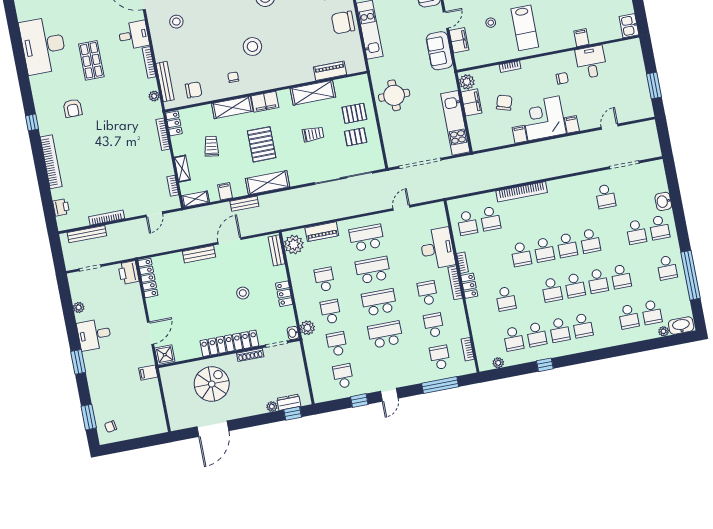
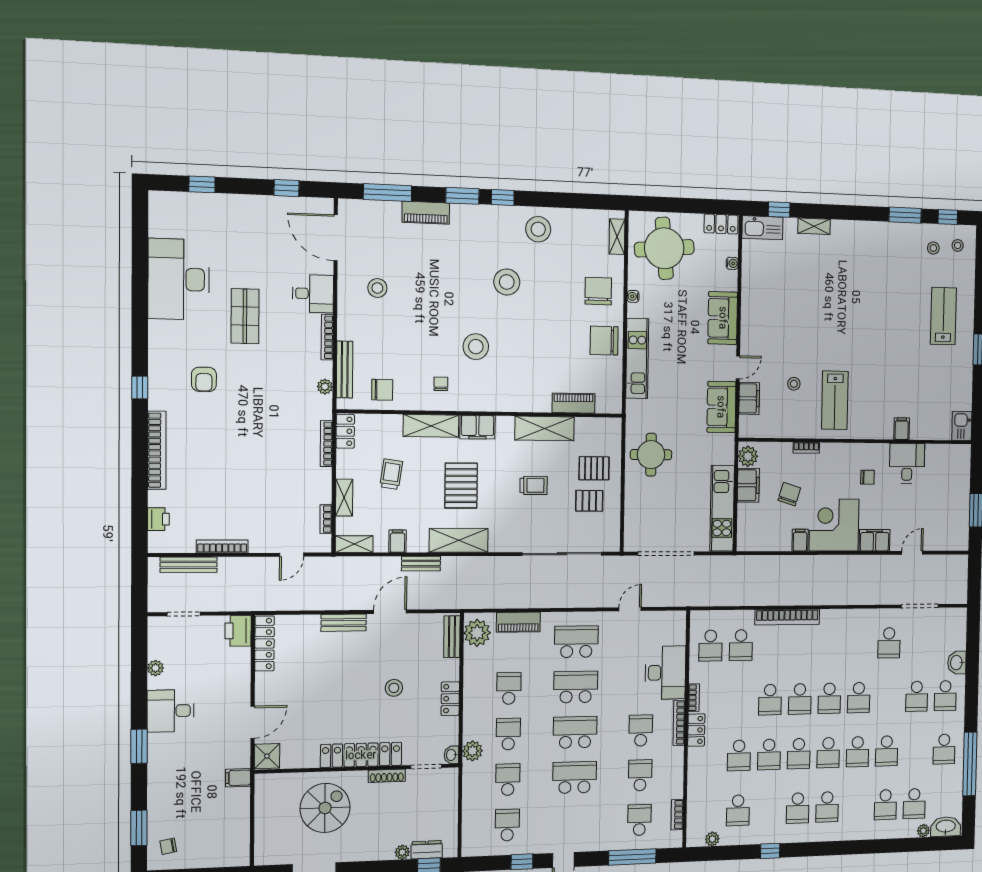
filing cabinet: (572, 124) -> (875, 540), width x2.00
school desk: (537, 334) -> (769, 754), moved

